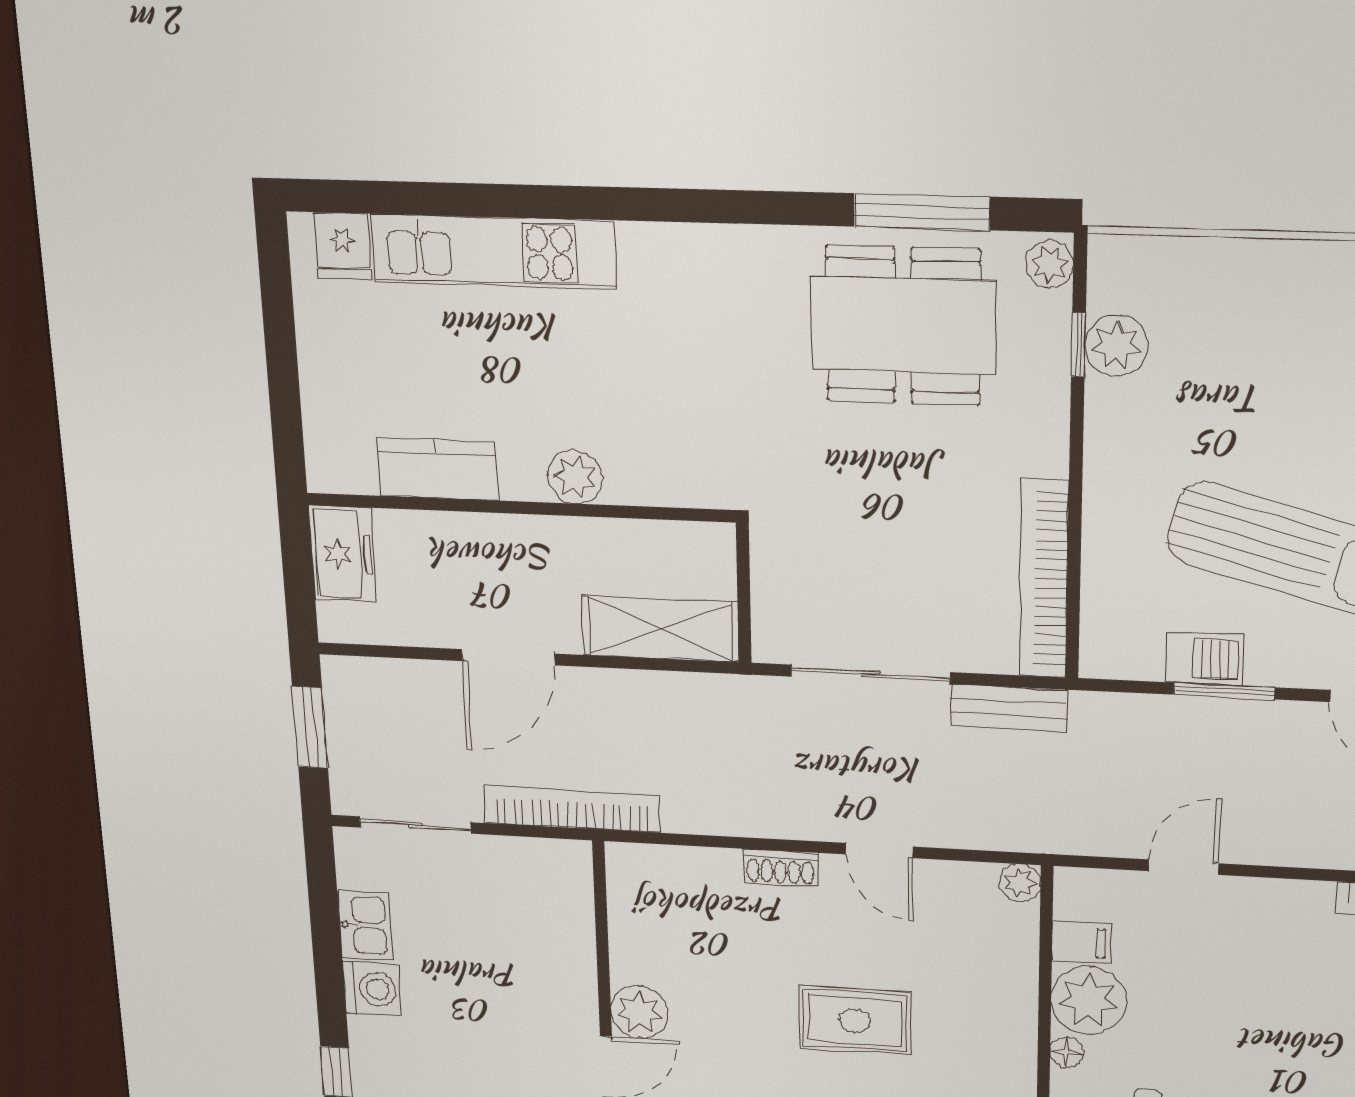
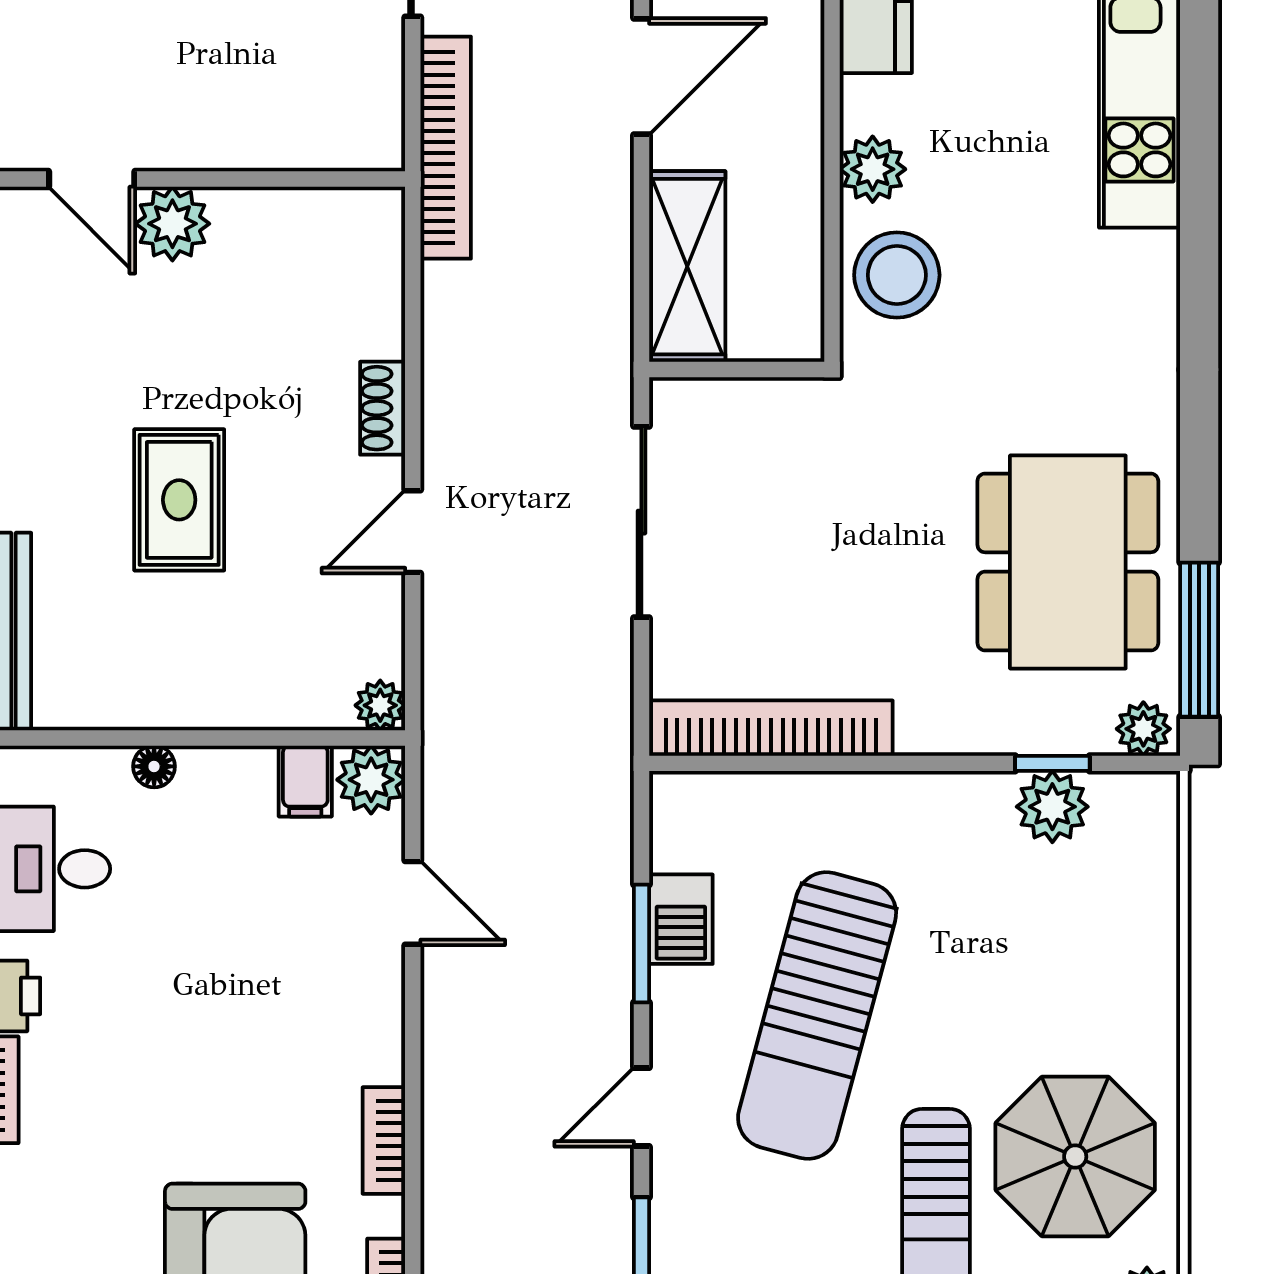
window: (922, 212) -> (1199, 640), moved
stool: (662, 461) -> (897, 275), added
door: (508, 657) -> (641, 77), swing flipped
bench: (1009, 708) -> (607, 689), removed
plant: (1089, 1000) -> (371, 780), moved, width x0.73, depth x0.73

